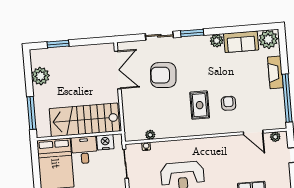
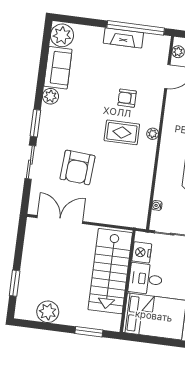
fireplace: (275, 72) -> (123, 38), moved
window: (31, 113) -> (89, 332), width x0.69
plant: (150, 135) -> (153, 134), moved

